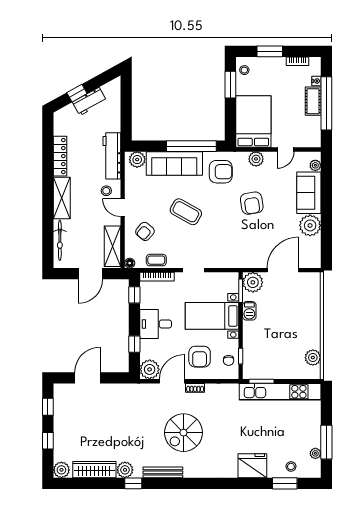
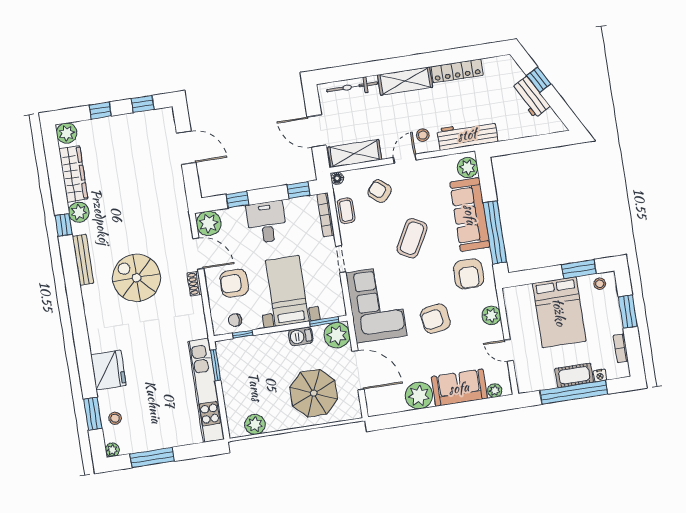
bed: (253, 121) -> (559, 312), moved, turned 90
corner sofa: (233, 248) -> (376, 304), added
parasol: (295, 308) -> (314, 393), added
plant: (315, 453) -> (112, 450), moved

